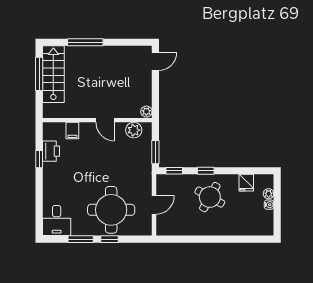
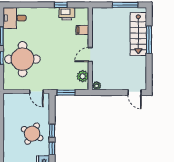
stairs: (53, 74) -> (138, 34), moved, turned 90
window: (174, 171) -> (52, 148), moved
door: (154, 205) -> (36, 92), moved

